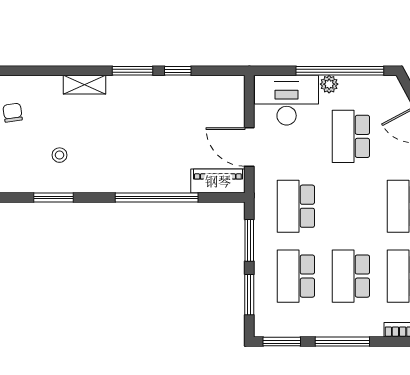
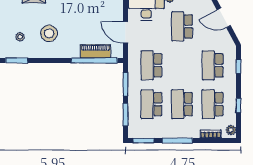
stool: (112, 149) -> (49, 33), added
piano: (218, 181) -> (95, 51), moved
window: (157, 197) -> (94, 60), moved

